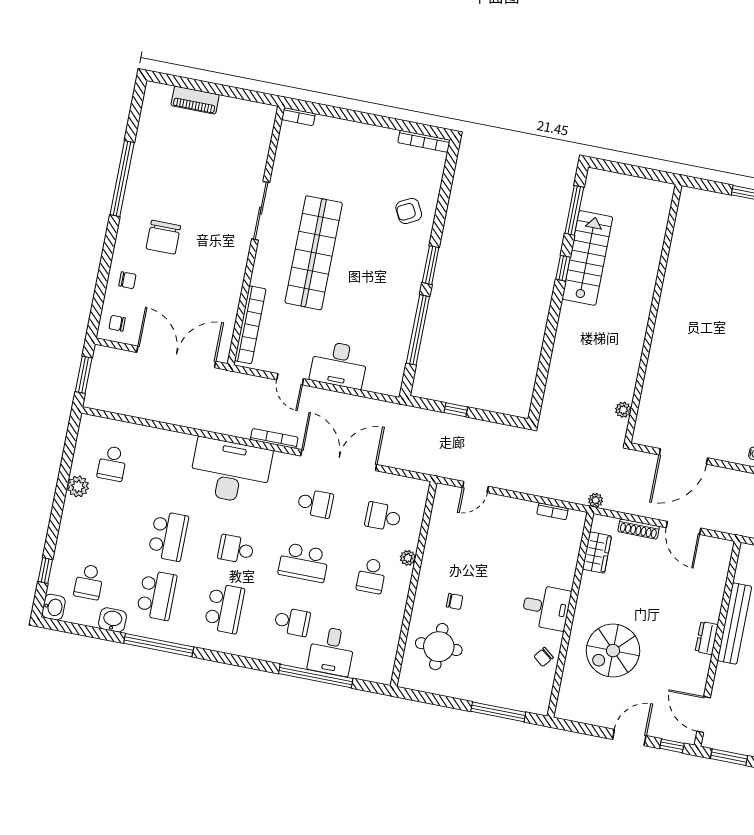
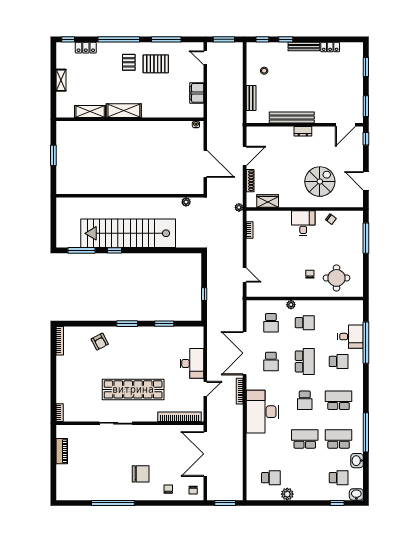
piano: (195, 100) -> (62, 451), moved
stairs: (587, 258) -> (128, 233), width x1.86, depth x1.51
window: (418, 330) -> (164, 324), width x0.47
school desk: (315, 503) -> (271, 361), turned 180
school desk: (292, 622) -> (339, 361), turned 90
spiral stairs: (613, 651) -> (320, 182), turned -90
door: (629, 738) -> (366, 181), moved

